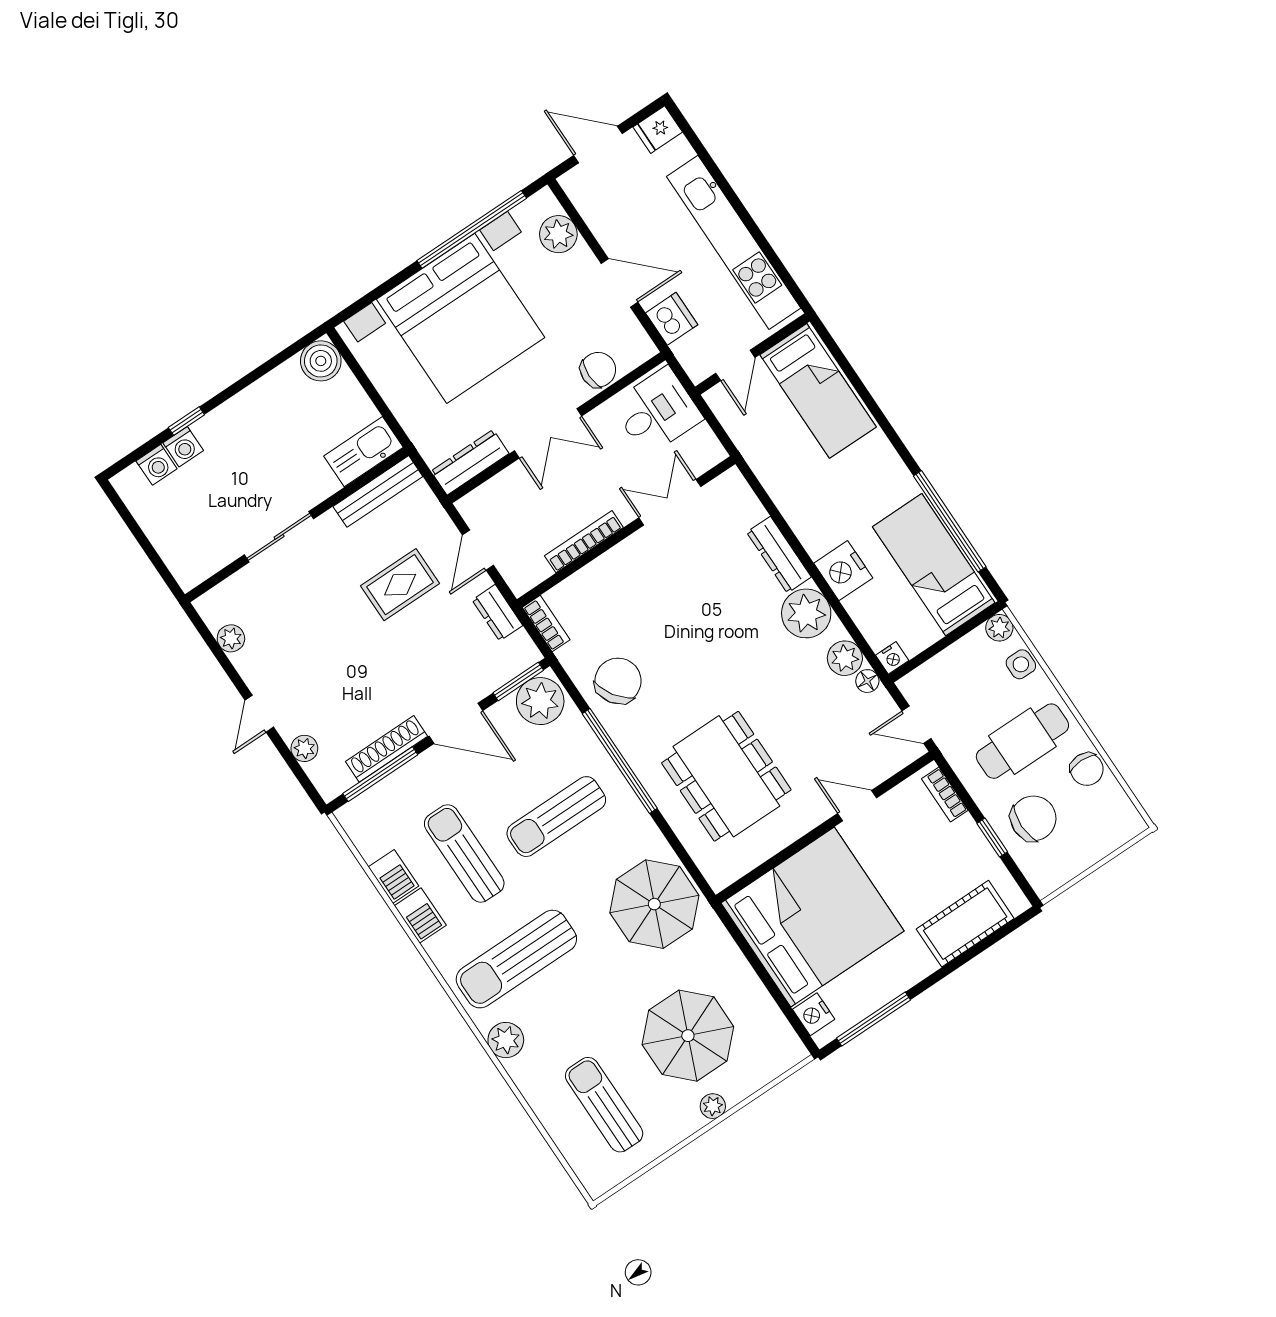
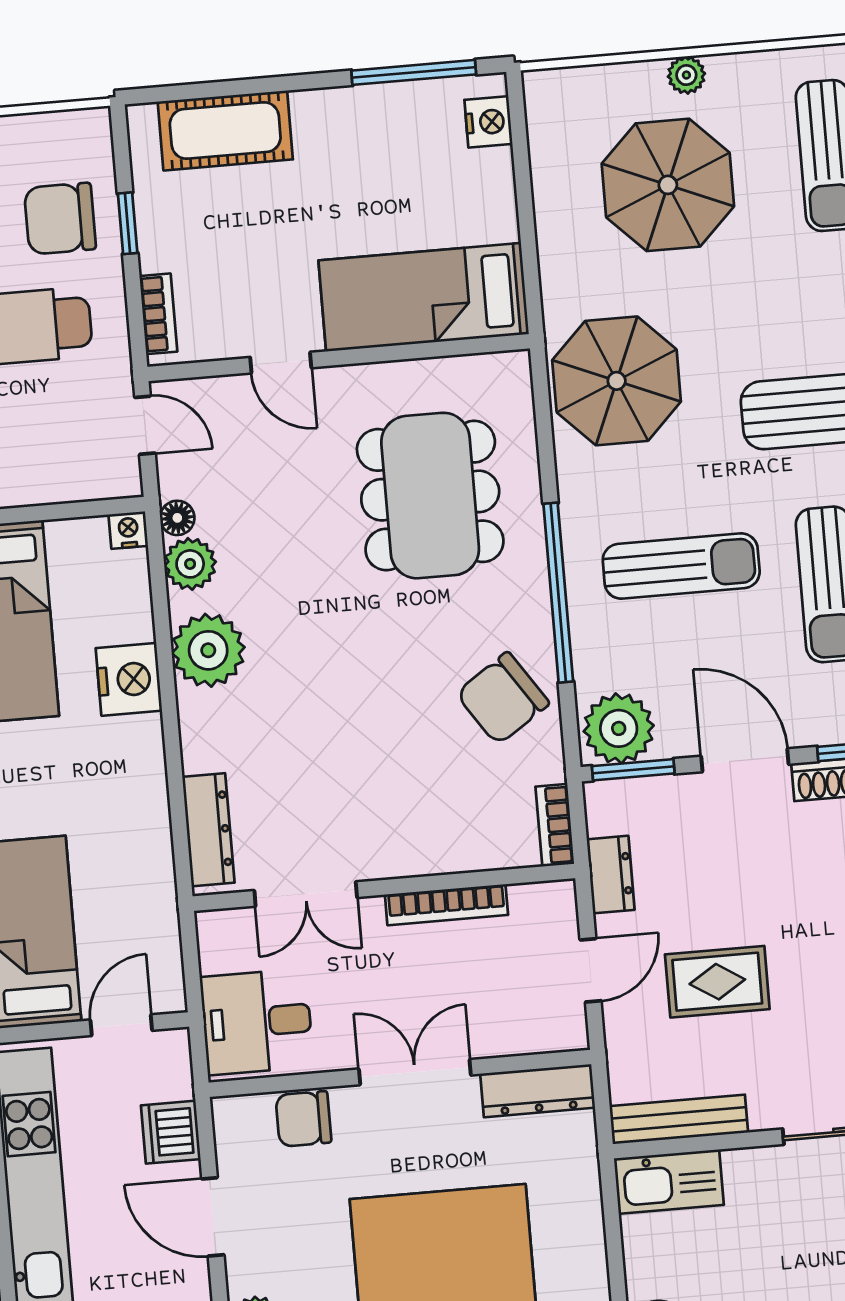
dresser: (779, 555) -> (208, 830), moved
bed: (812, 917) -> (424, 297), width x0.49

